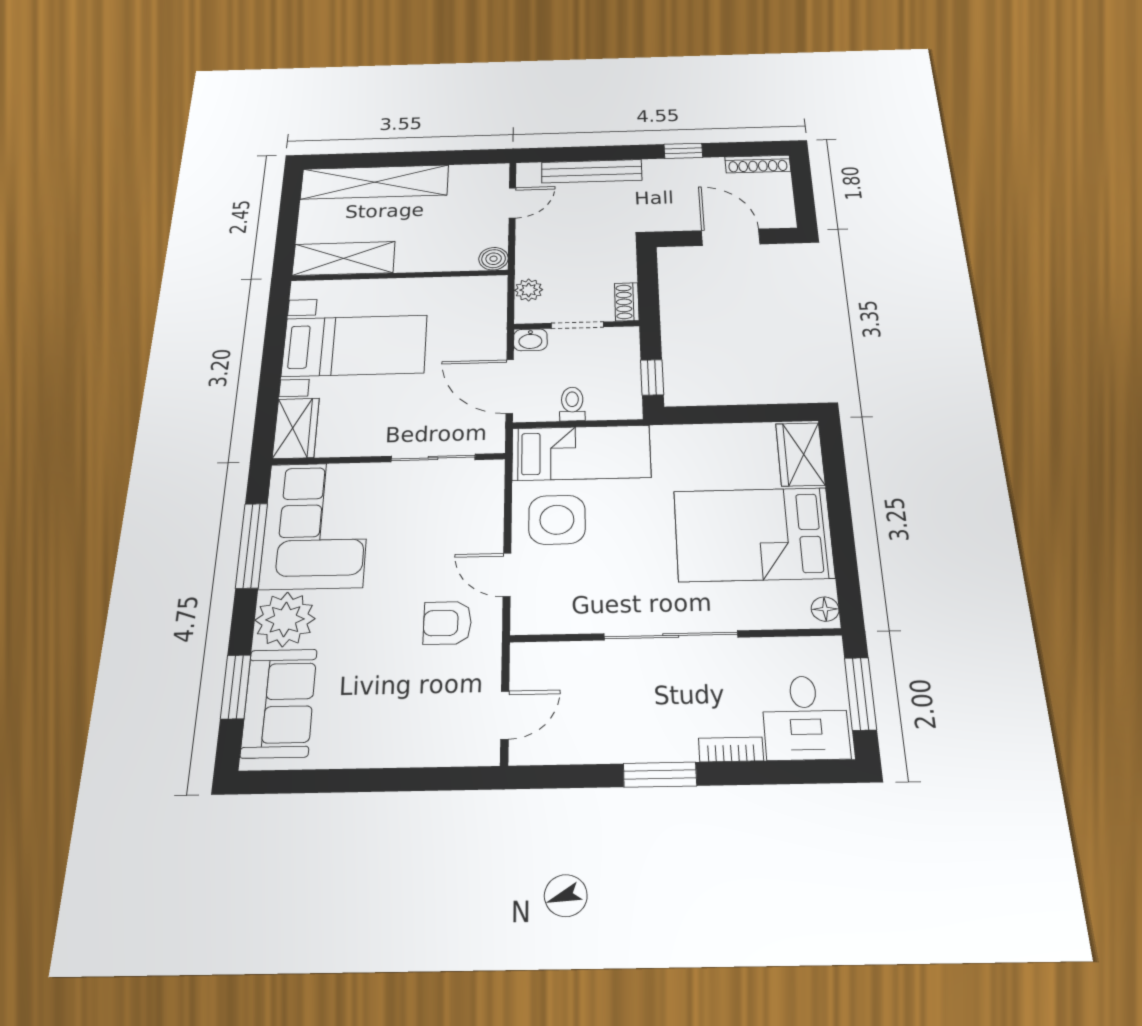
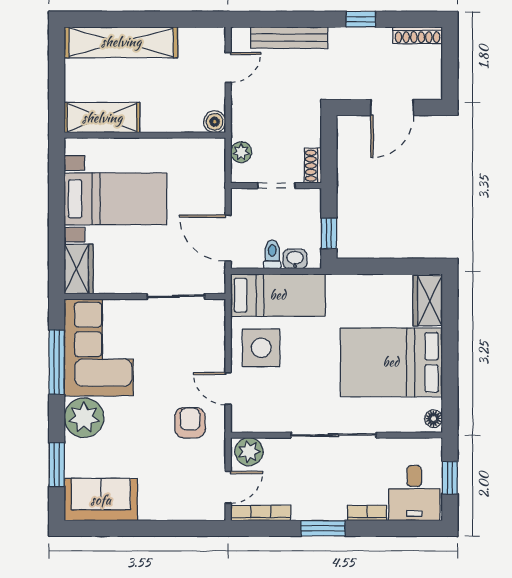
door: (731, 237) -> (392, 107), swing flipped
washbasin: (530, 340) -> (295, 259), moved, turned 180
armchair: (447, 623) -> (190, 423), turned 90
plant: (539, 662) -> (249, 452), added
window: (860, 694) -> (450, 478), width x0.67
sofa: (279, 703) -> (101, 500), moved, turned -90
bookcase: (557, 753) -> (261, 513), added

